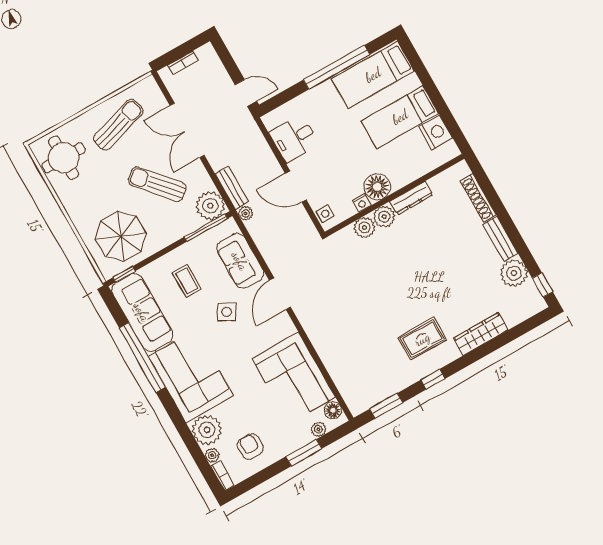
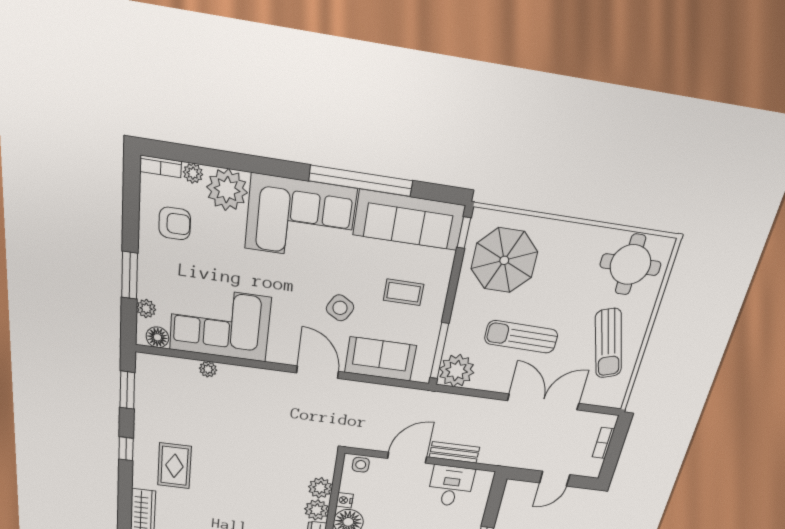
door: (246, 93) -> (555, 479), moved
sun lounger: (157, 184) -> (521, 337), turned -138
bench: (232, 188) -> (454, 452), moved
plant: (246, 213) -> (208, 369), moved

